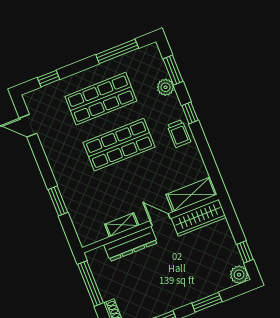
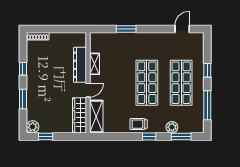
window: (49, 79) -> (207, 70), moved
window: (91, 284) -> (65, 29), removed

